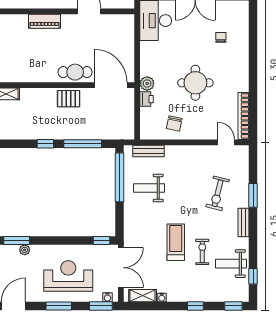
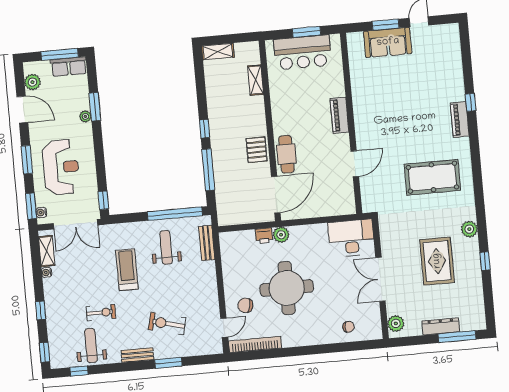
chair: (221, 37) -> (348, 327), moved
round table: (195, 83) -> (287, 288), width x1.36, depth x1.36
chair: (174, 124) -> (245, 305), moved
treadmill: (176, 242) -> (127, 270), moved, turned -90

